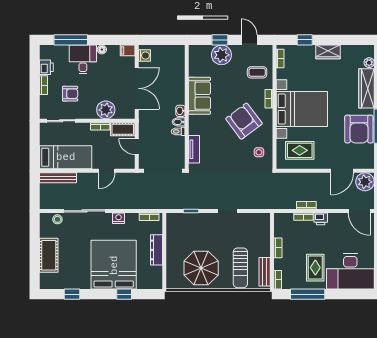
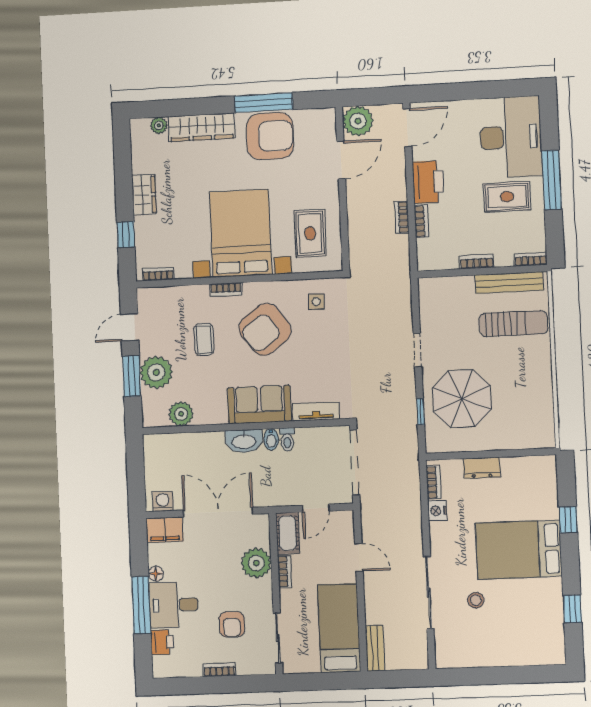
window: (71, 40) -> (141, 605), moved
window: (220, 40) -> (132, 376), width x1.50
filing cabinet: (128, 50) -> (165, 530), width x2.00
printer: (46, 67) -> (162, 642), moved, turned 90
plant: (196, 69) -> (181, 414), added
coffee table: (257, 72) -> (204, 339), moved
armchair: (70, 94) -> (232, 624), turned 180
sofa: (200, 96) -> (259, 405), moved
washbasin: (180, 111) -> (244, 441), width x1.91, depth x1.45
door: (342, 171) -> (341, 160), hinge flipped
bench: (58, 178) -> (375, 648), width x0.73
nightstand: (119, 218) -> (437, 511), moved
stool: (57, 219) -> (476, 600), moved
printer: (321, 219) -> (428, 182), width x1.87, depth x1.48
dresser: (156, 250) -> (482, 468), width x0.70
cot: (49, 255) -> (507, 651), removed
bed: (114, 265) -> (519, 550), width x0.73
parasol: (201, 268) -> (462, 399), moved
bench: (265, 272) -> (509, 283), width x1.36
window: (308, 294) -> (552, 180), moved

